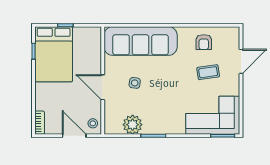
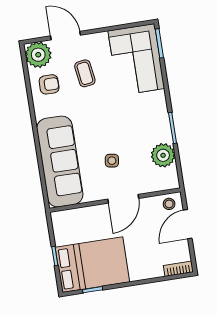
plant: (229, 37) -> (38, 55), added

